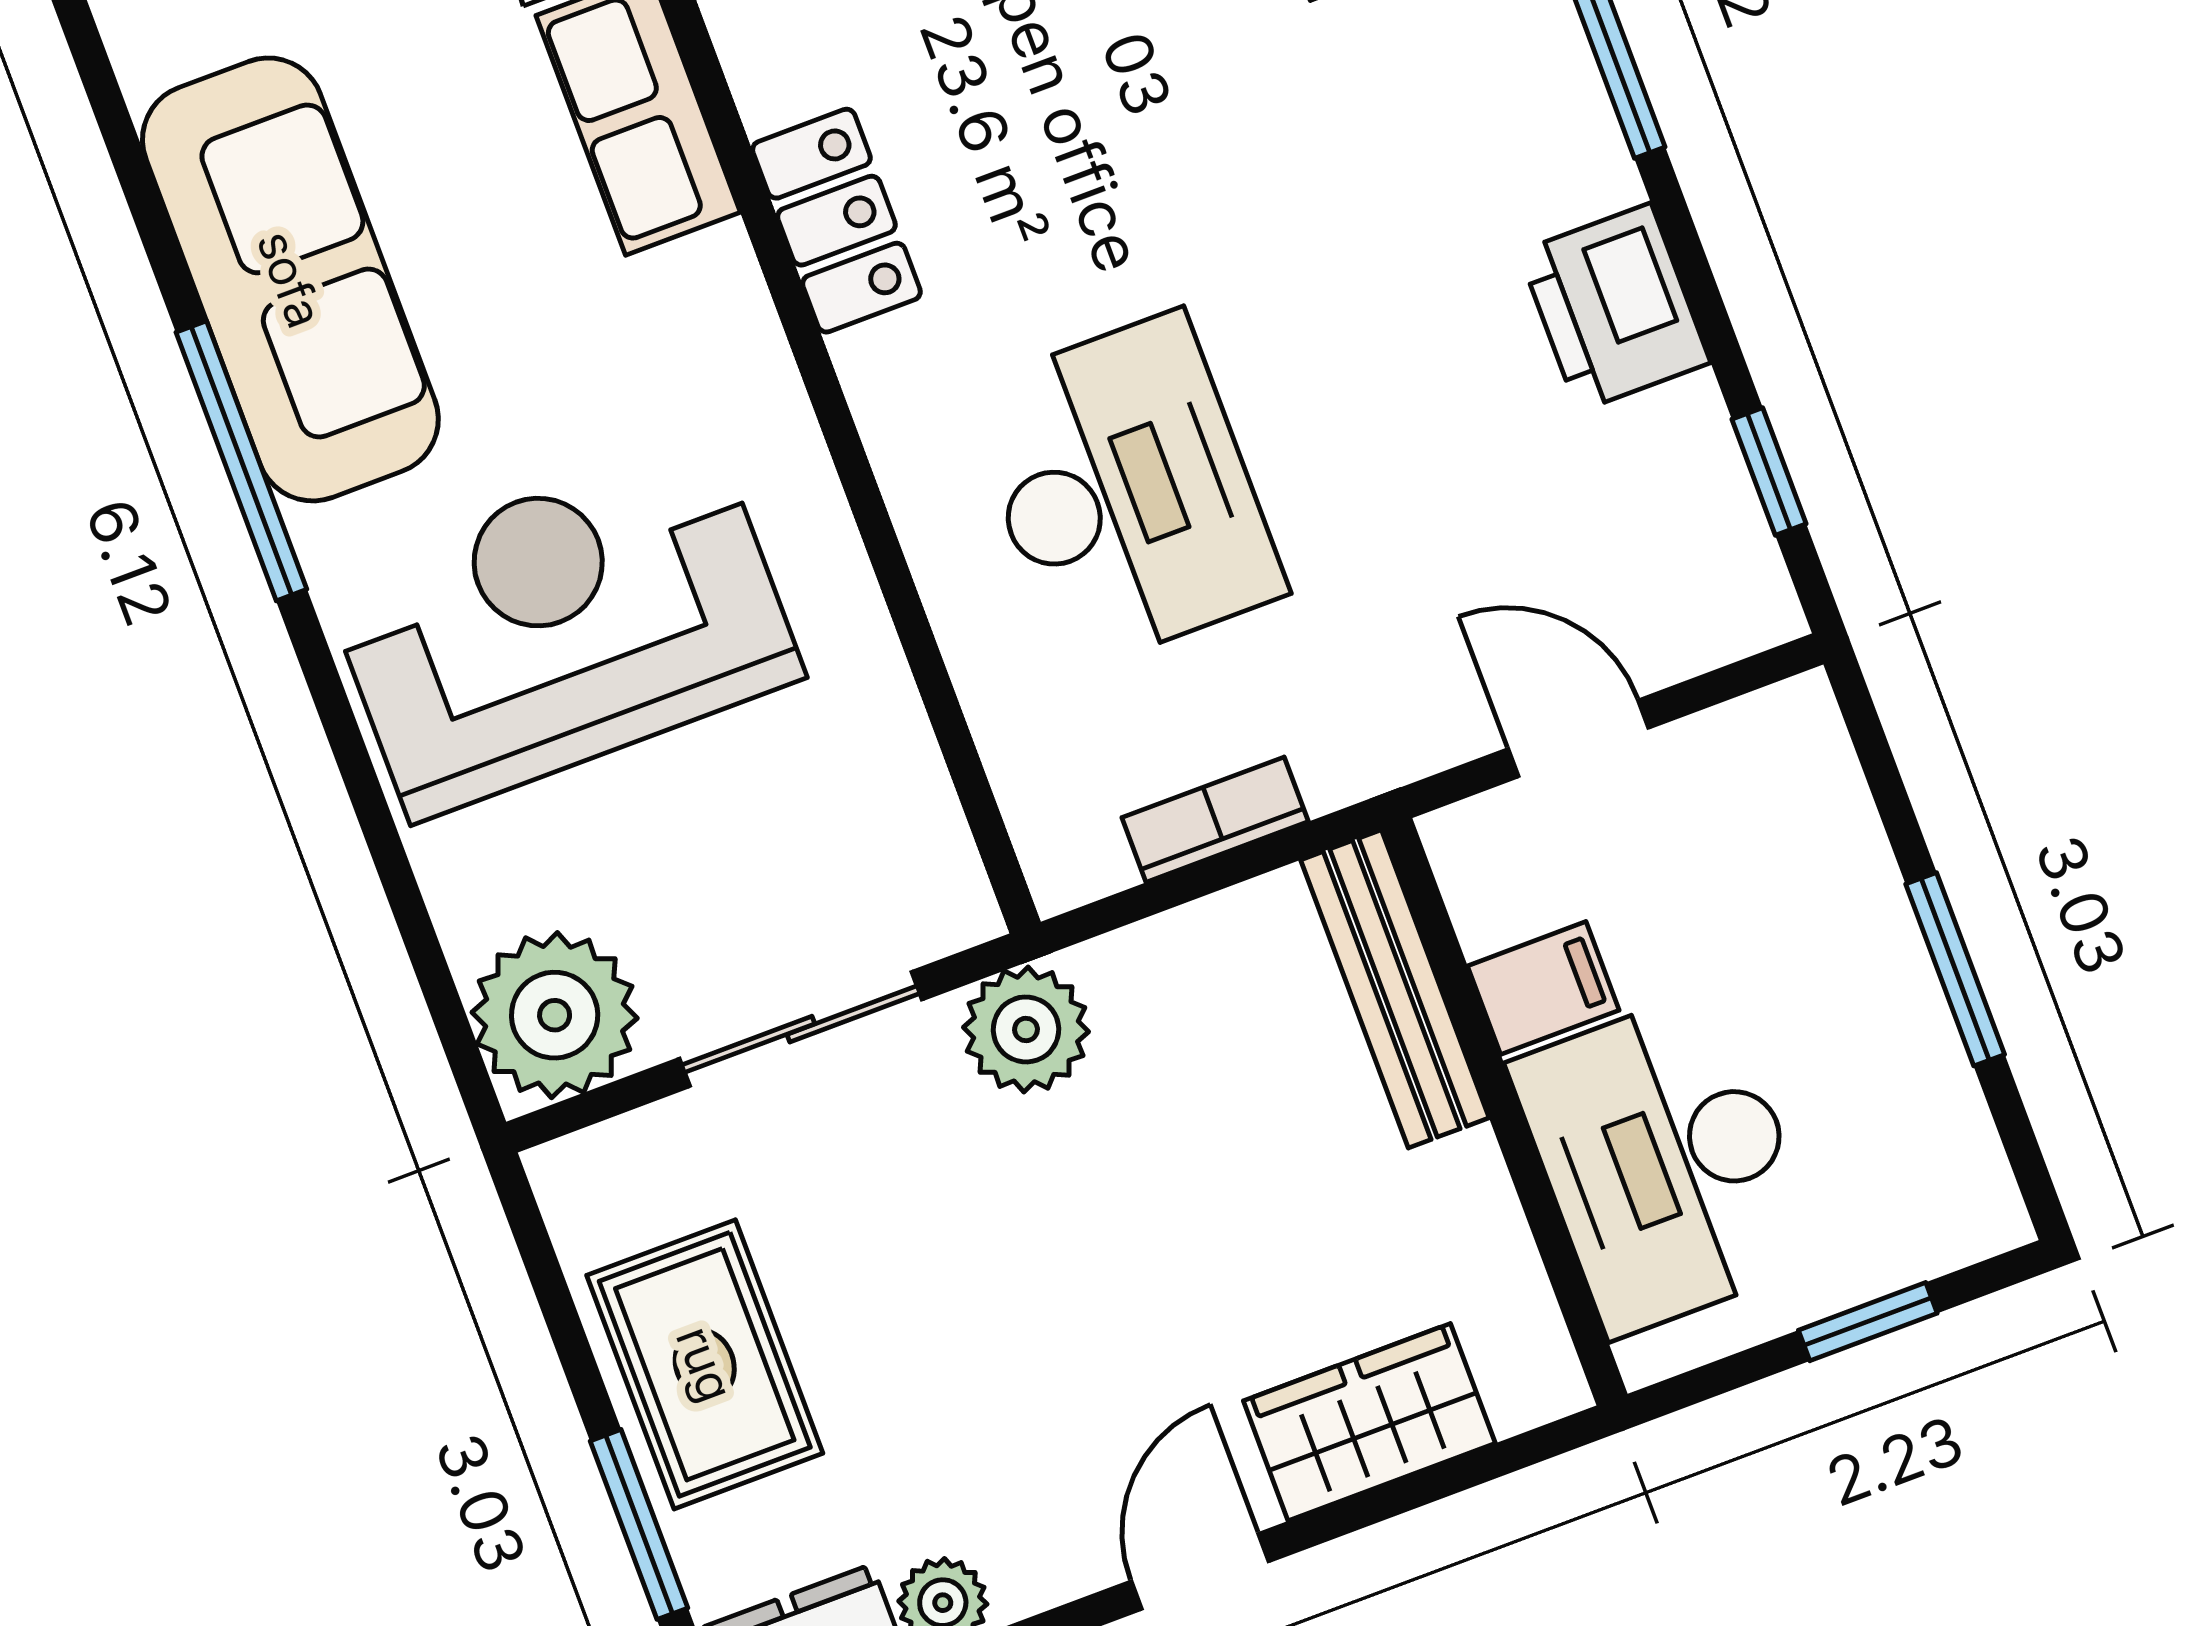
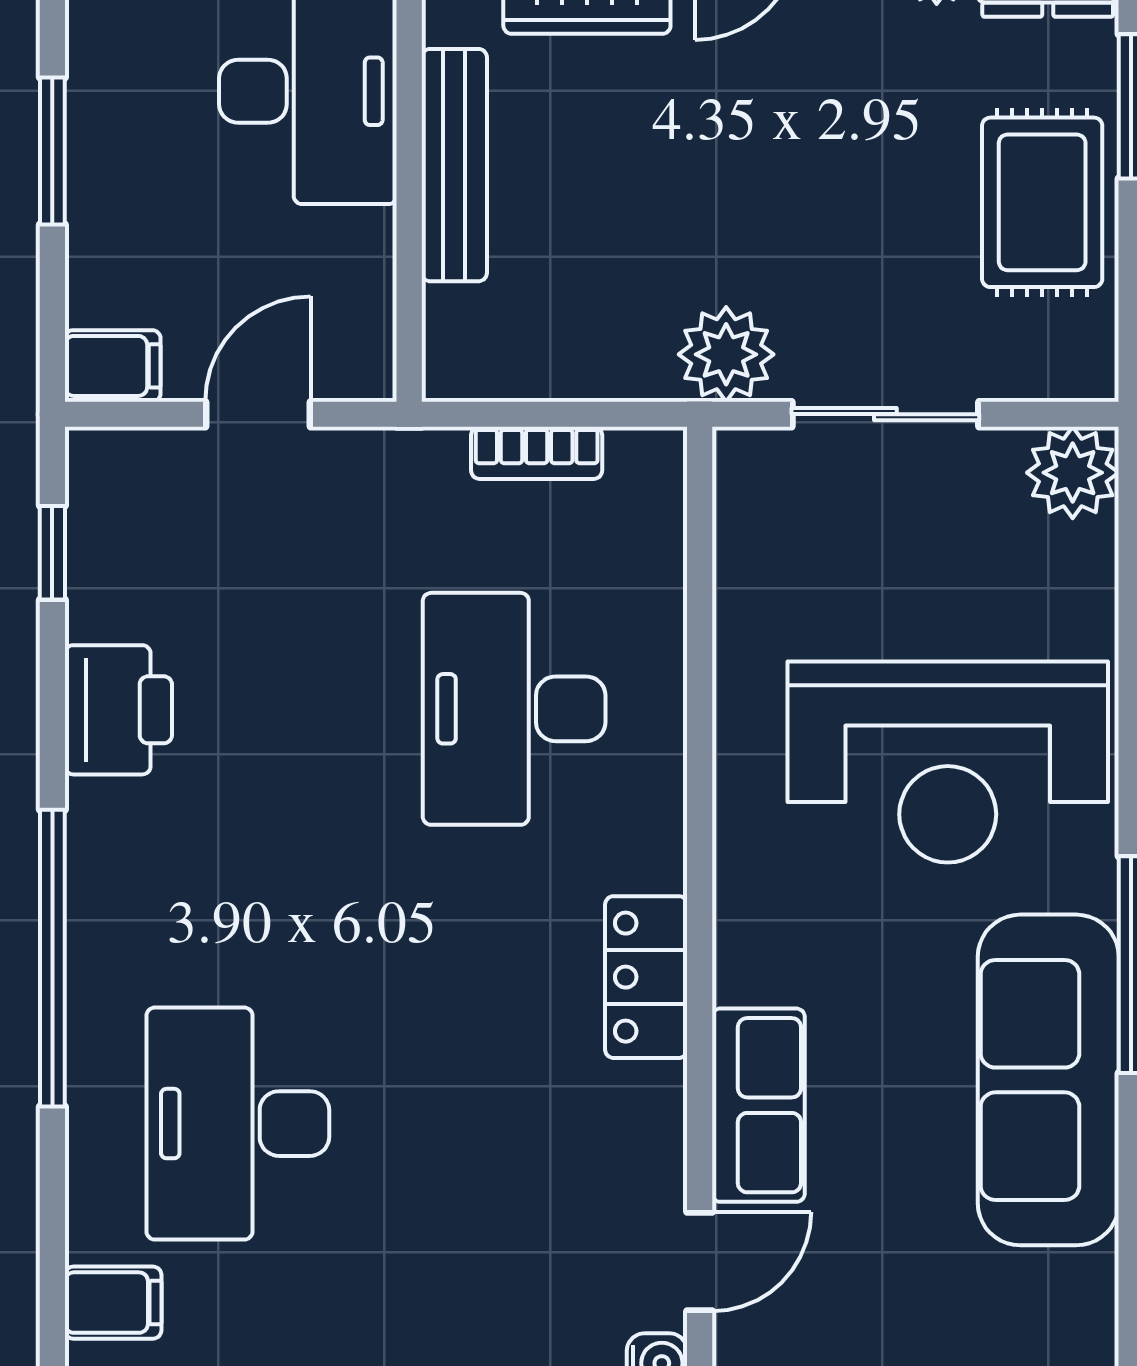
door: (1578, 738) -> (258, 414), swing flipped
filing cabinet: (1543, 988) -> (113, 366), moved, turned 180
bench: (1395, 989) -> (454, 165), moved
plant: (555, 1015) -> (1073, 473), width x0.73, depth x0.73

